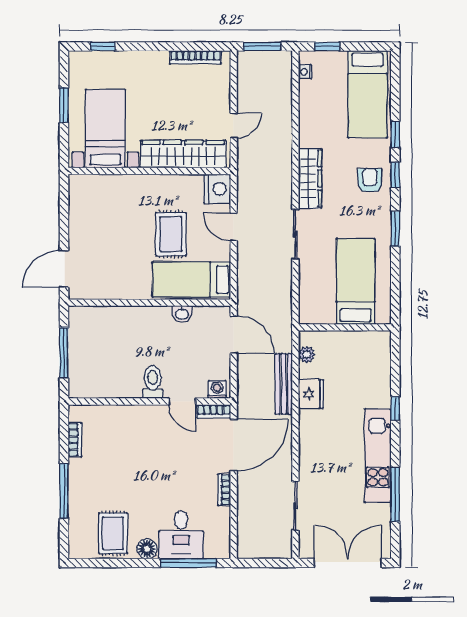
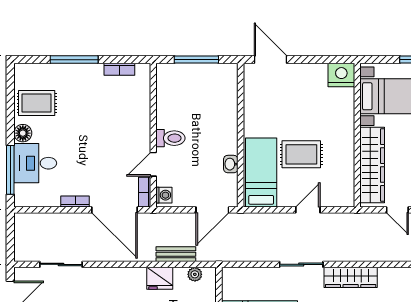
nightstand: (217, 189) -> (341, 75), moved, turned 180
bench: (284, 384) -> (176, 254), width x0.73

